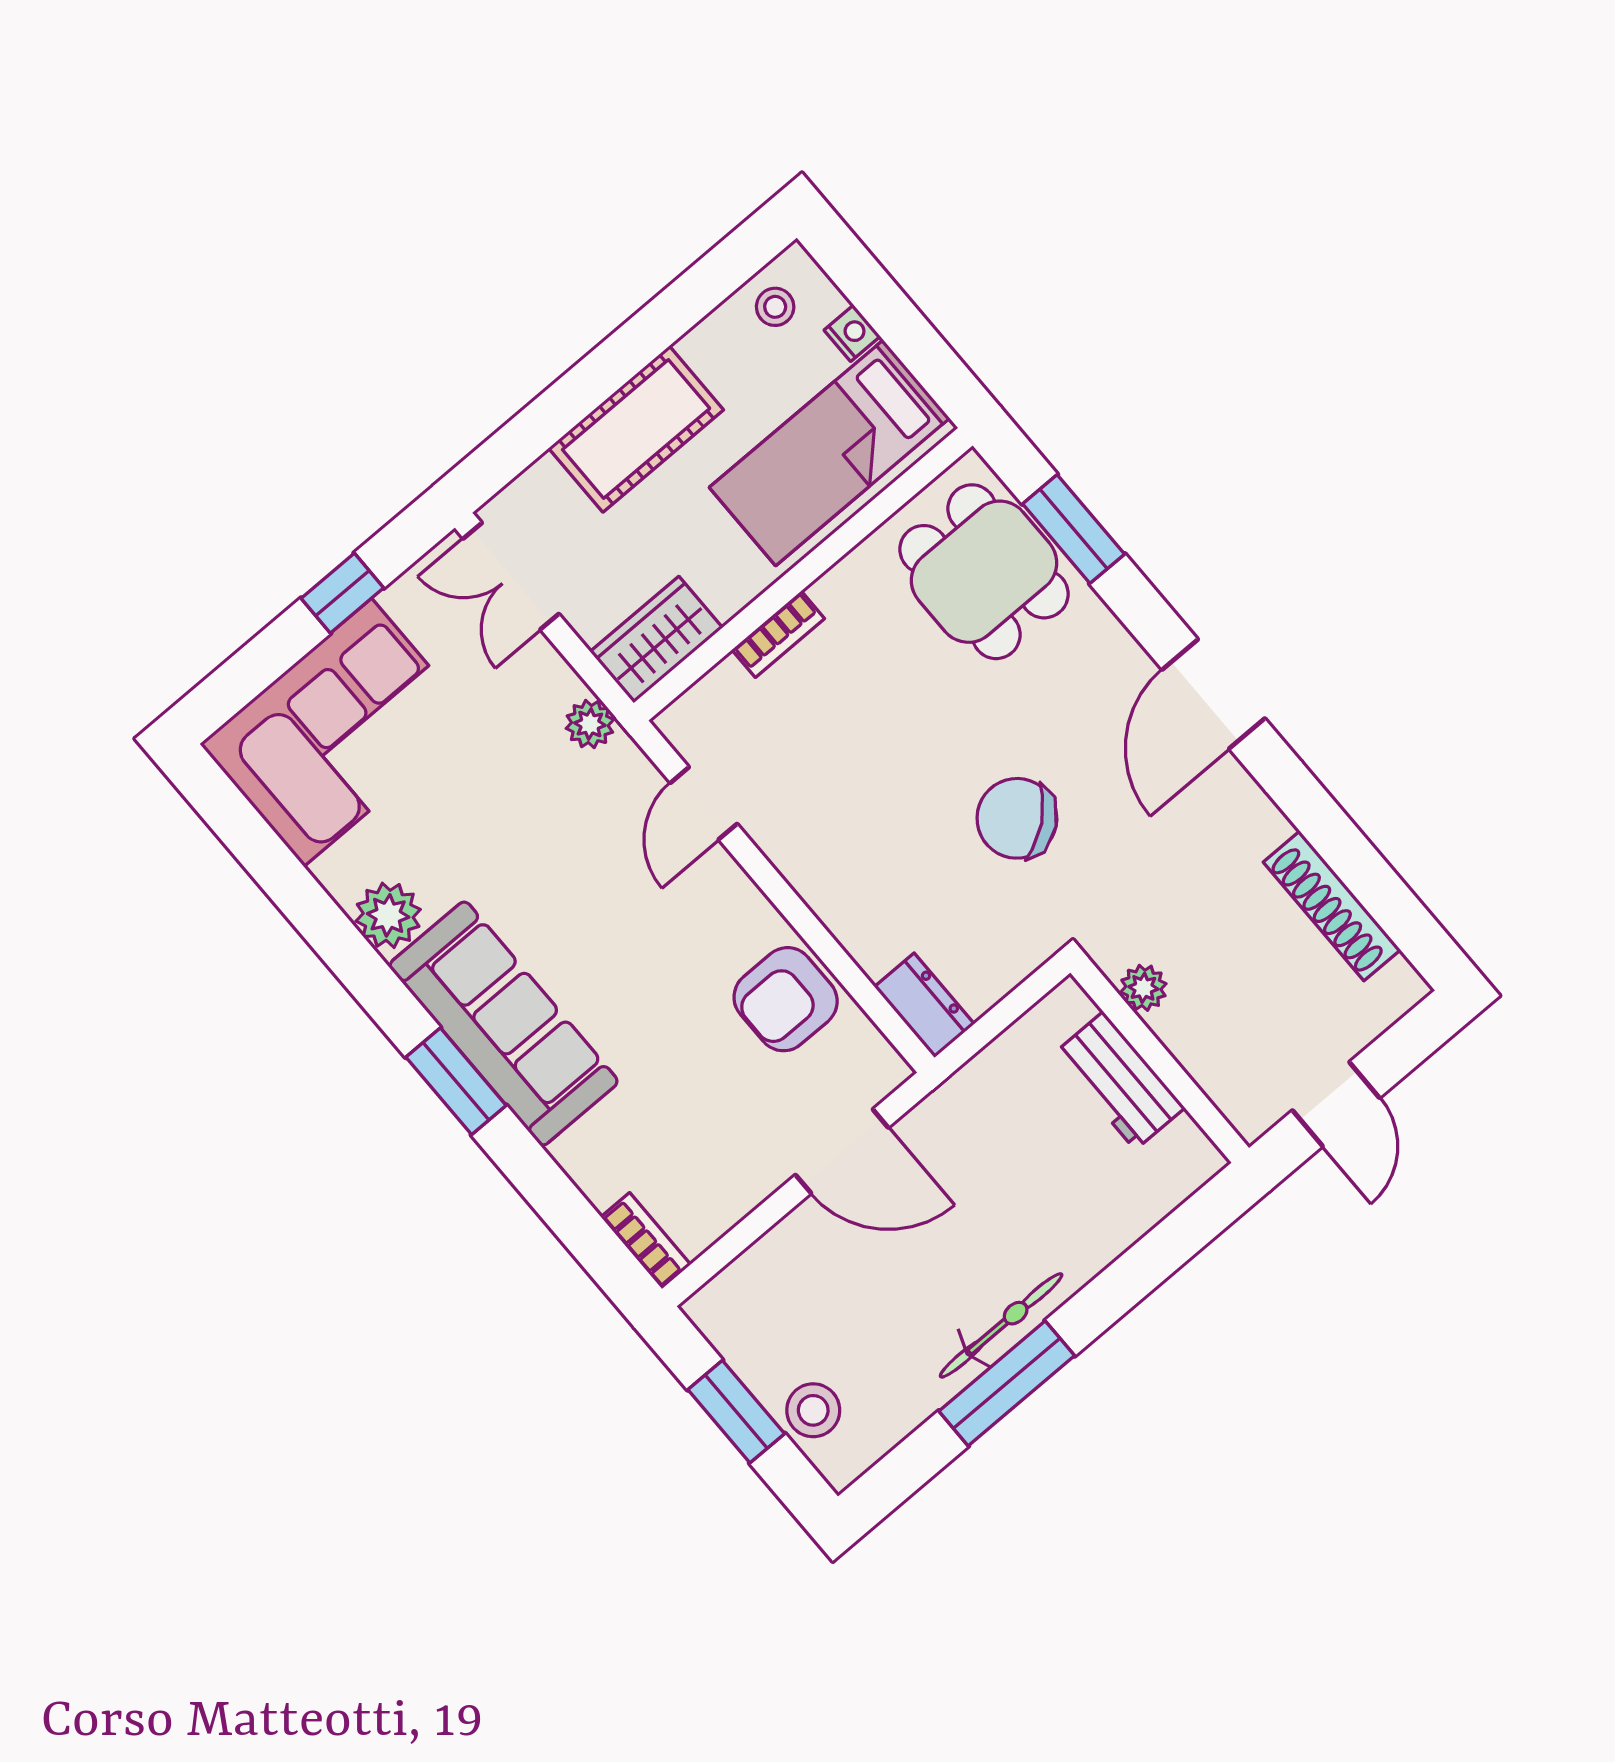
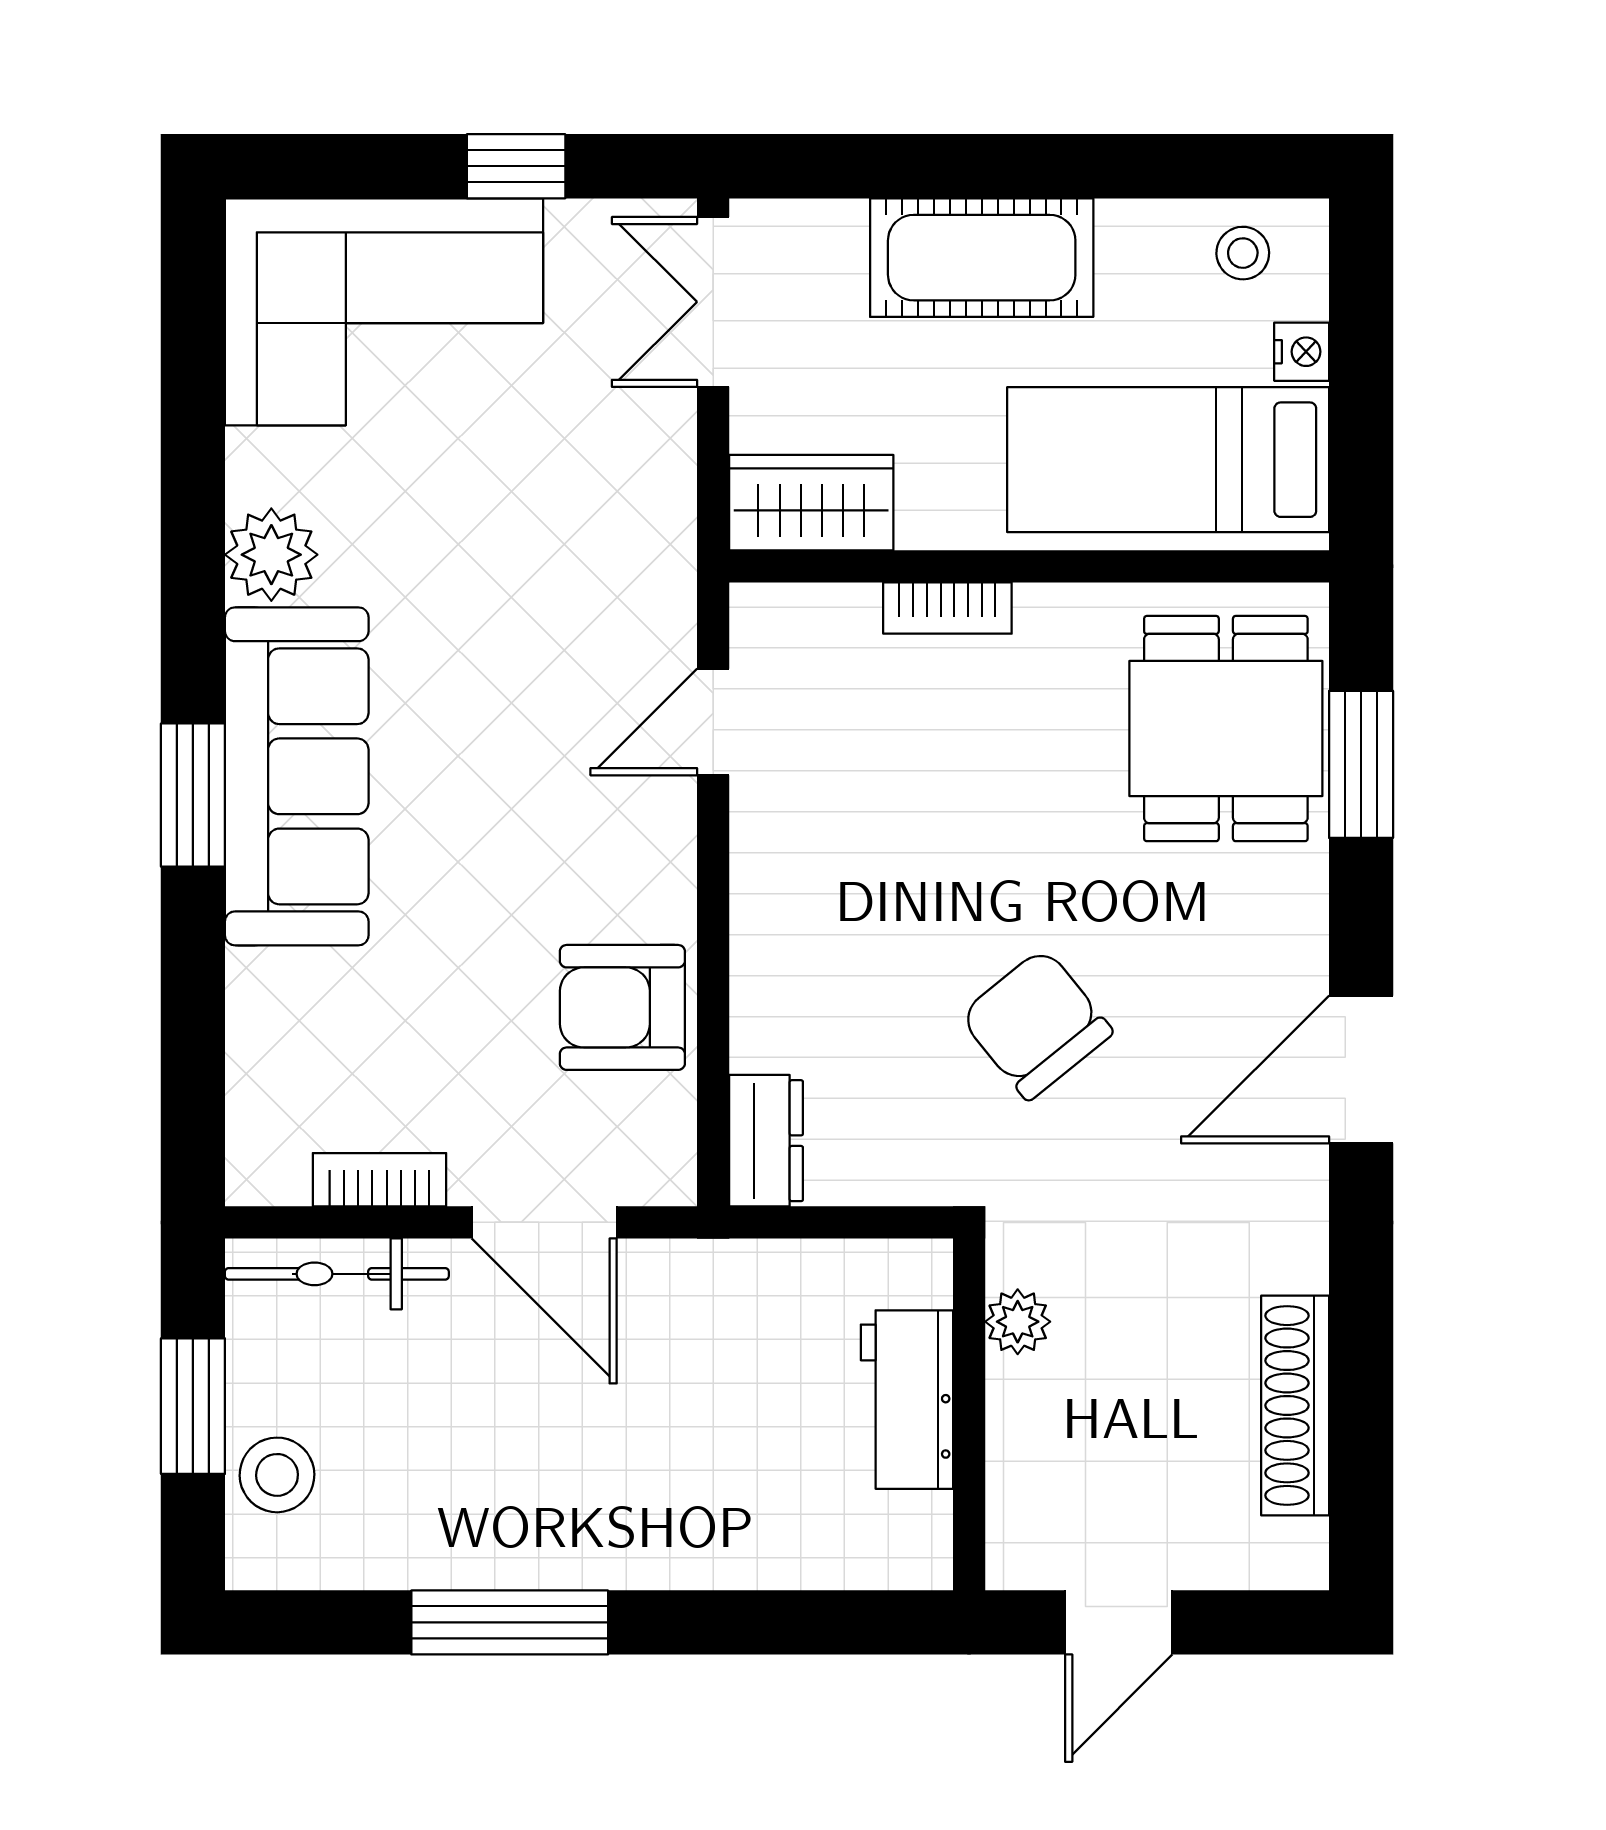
plant: (590, 724) -> (663, 533), removed
bookcase: (646, 1241) -> (379, 1180), moved, turned -90
bicycle: (1001, 1325) -> (337, 1274), moved, turned 180

